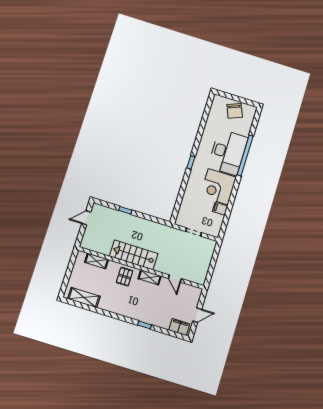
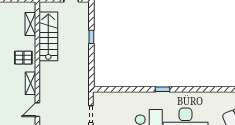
stairs: (134, 255) -> (48, 36), moved

